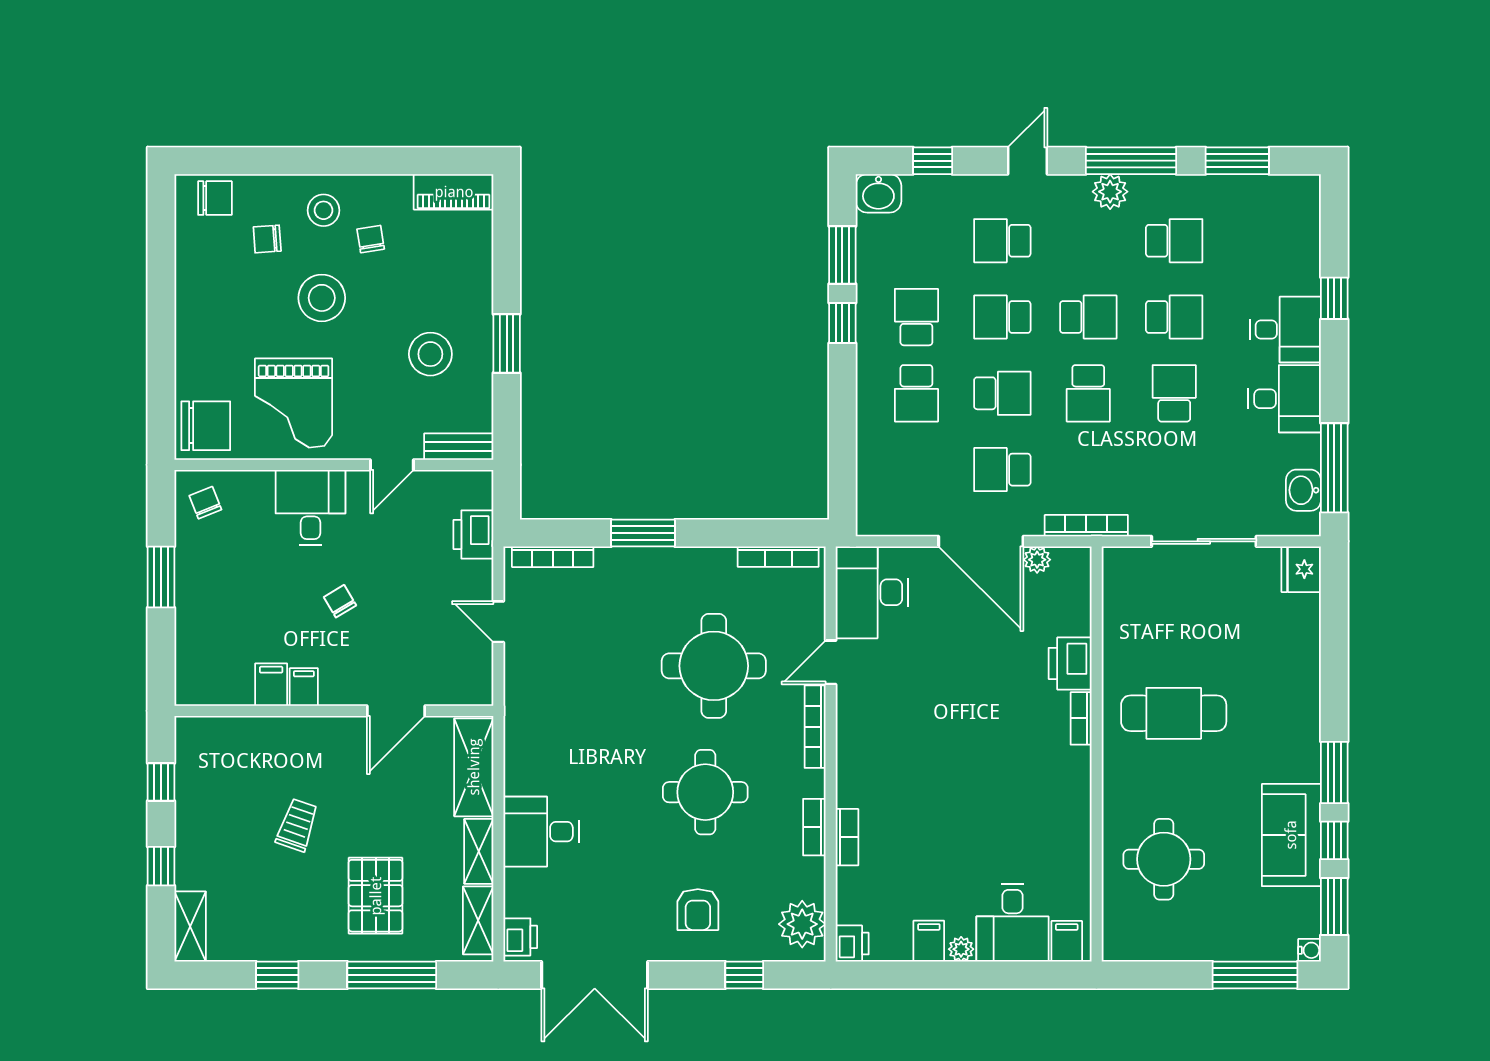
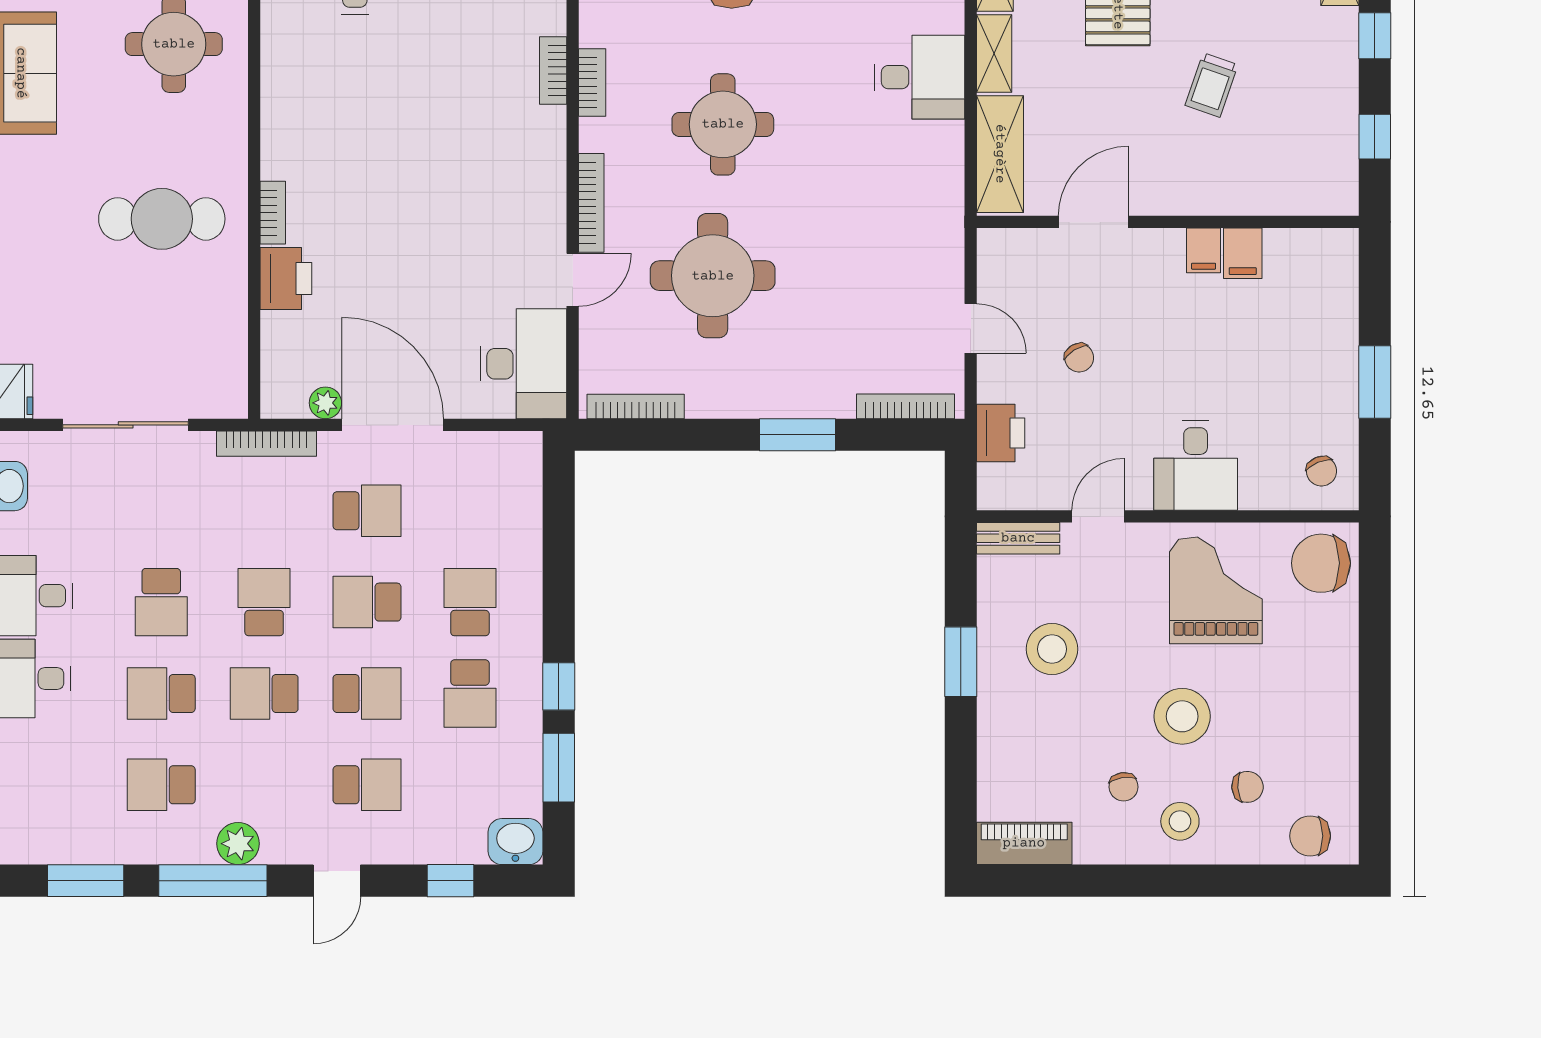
chair: (340, 601) -> (1079, 358), moved

